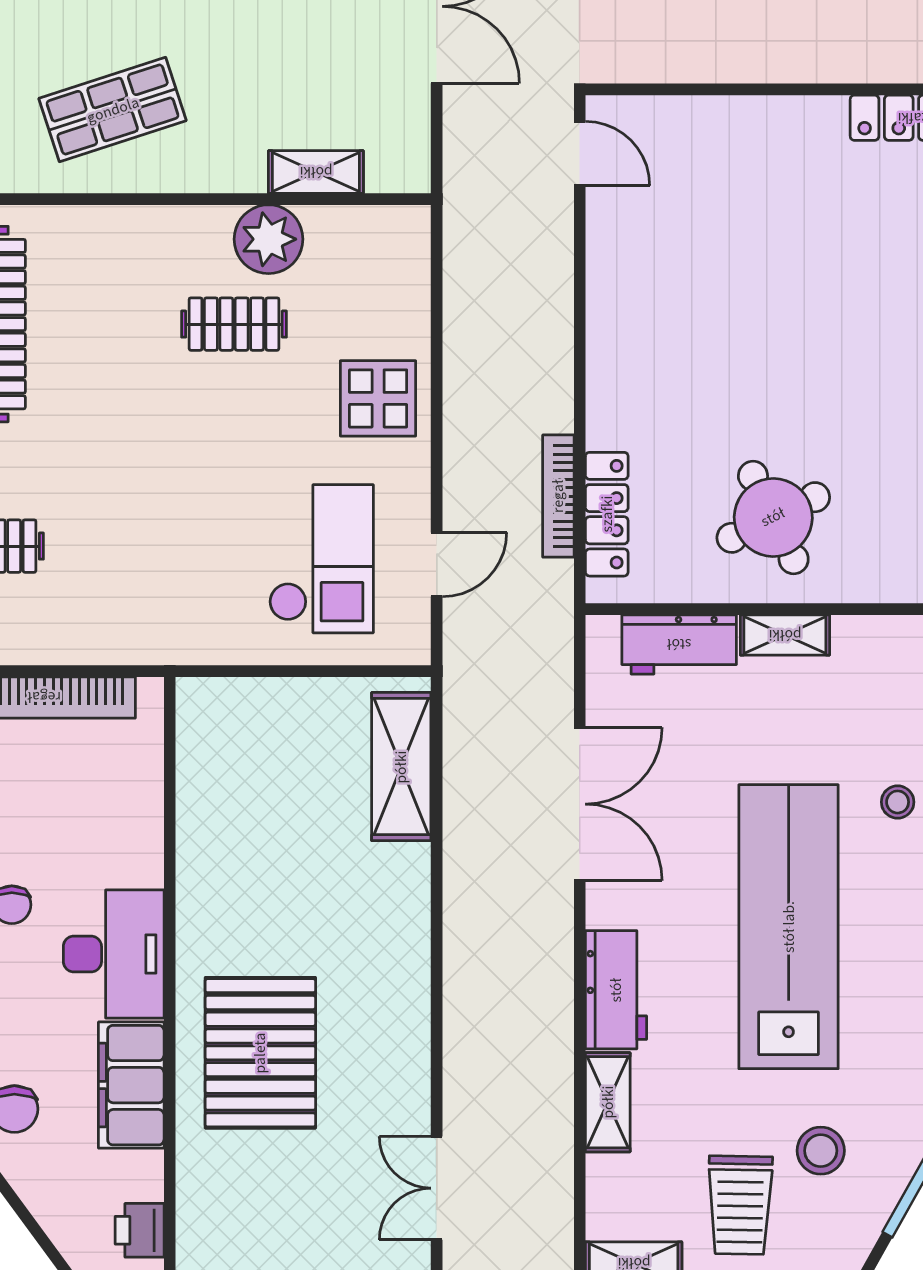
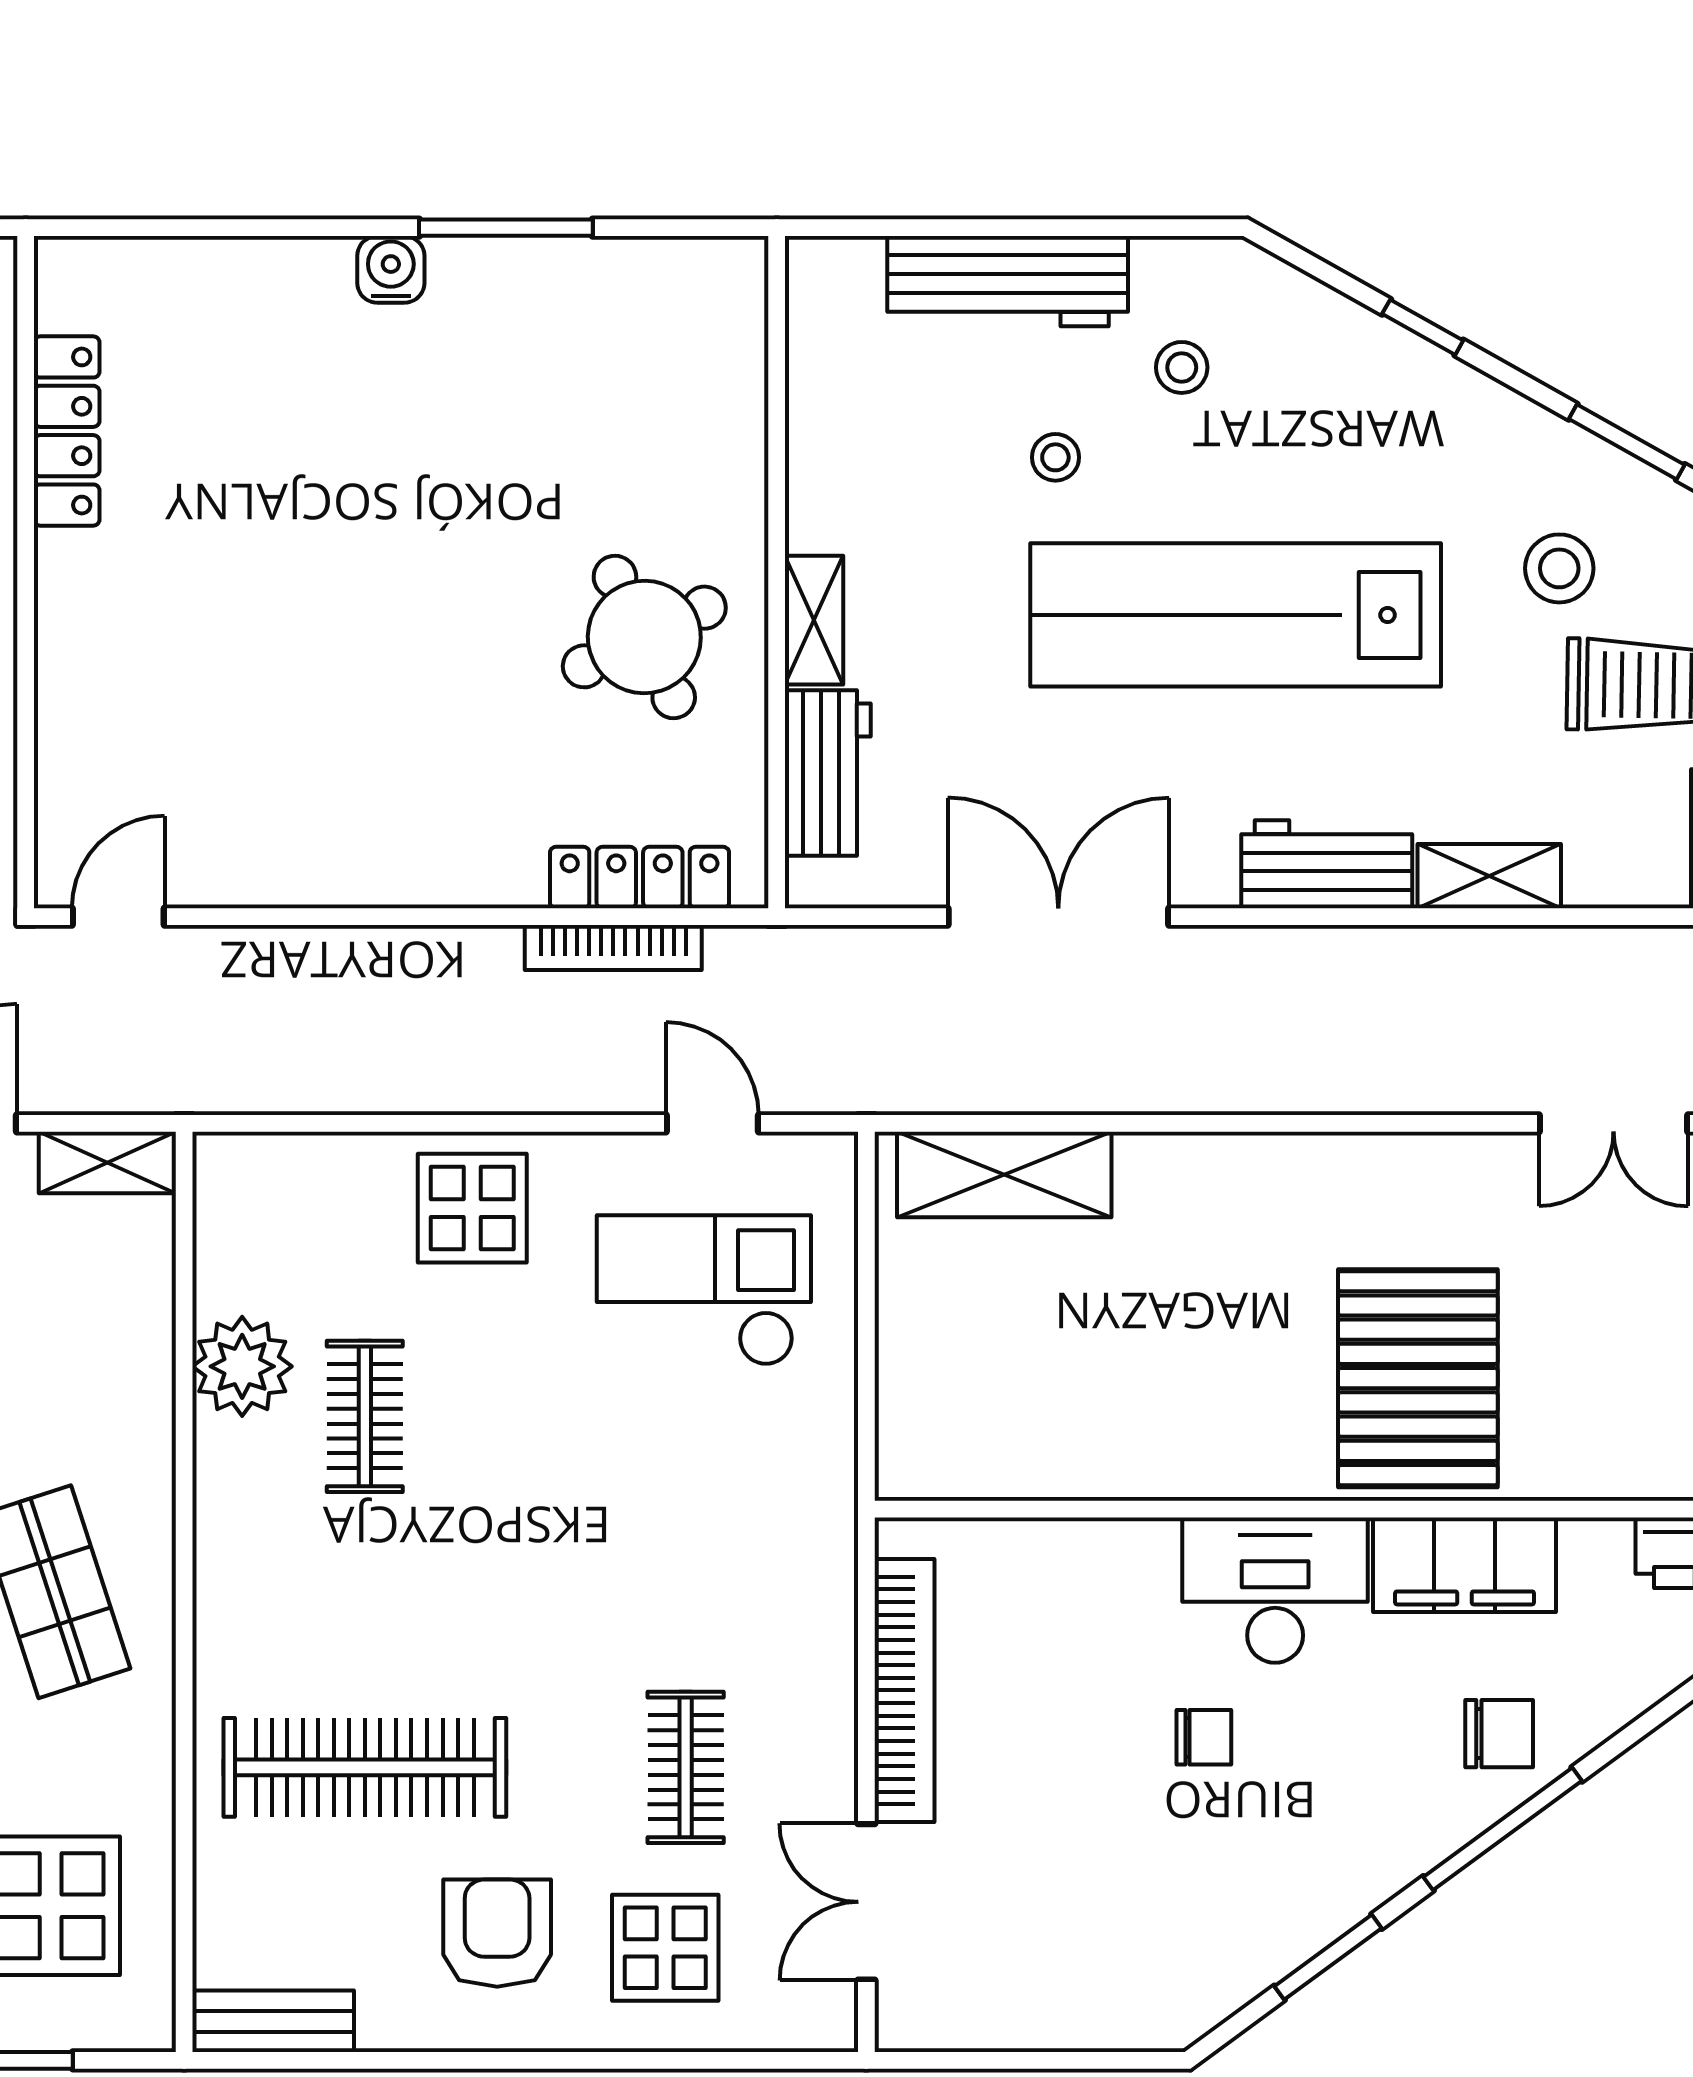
shelving: (316, 172) -> (107, 1162), moved, turned 90
pallet: (260, 1053) -> (1418, 1378), turned 90

